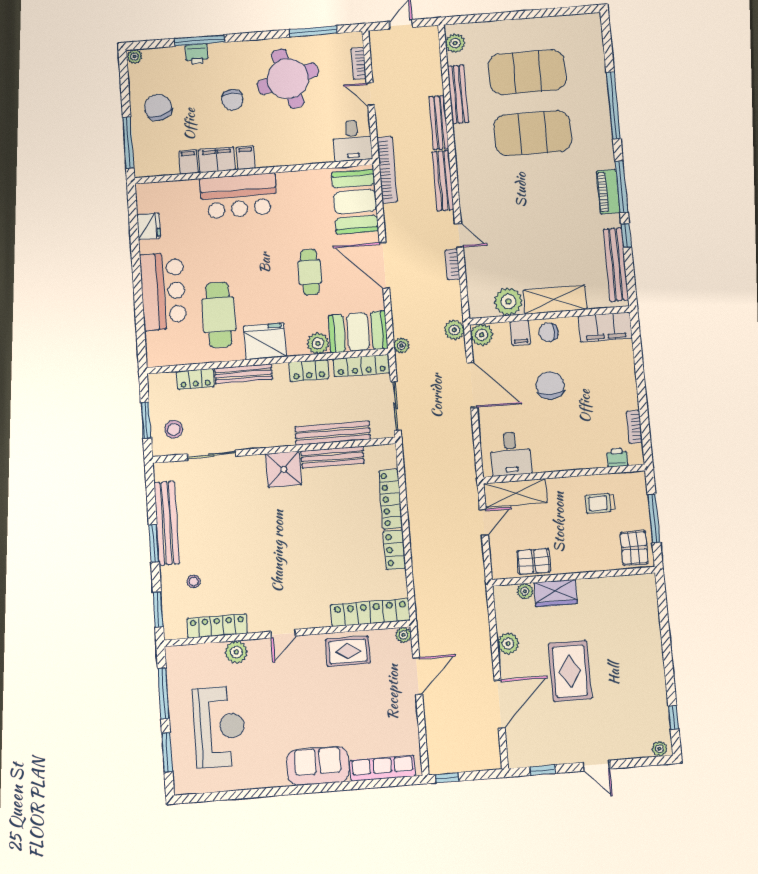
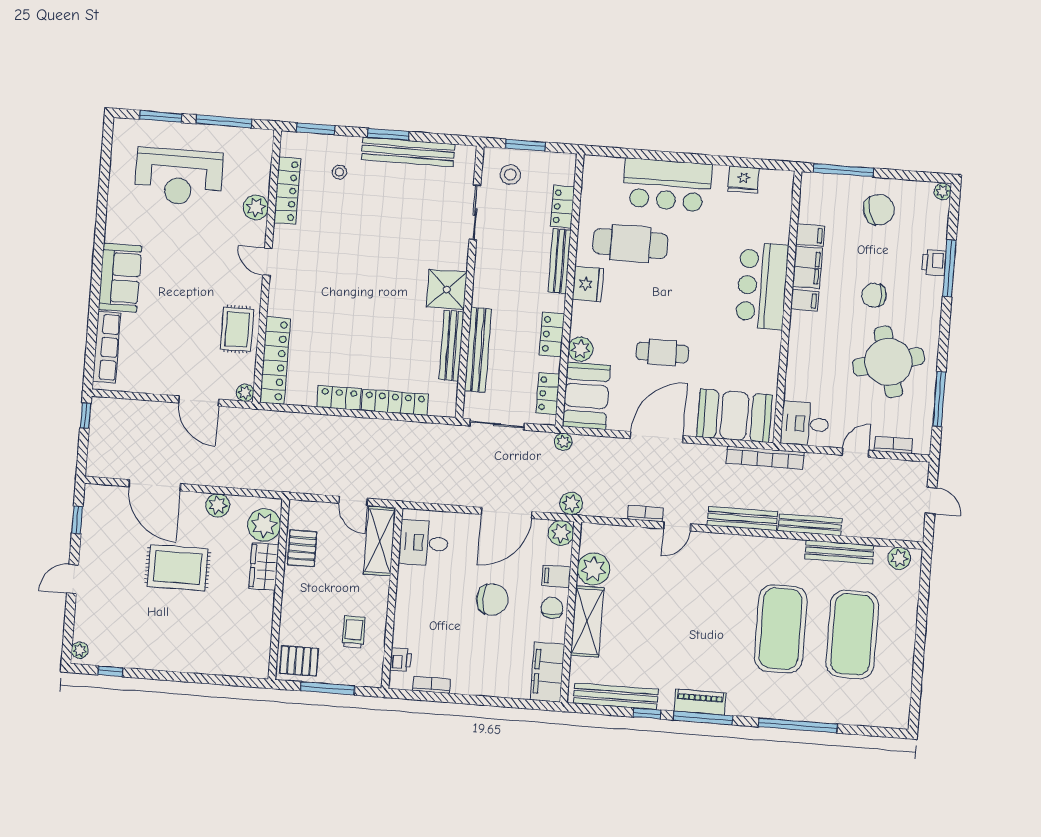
fridge: (265, 341) -> (588, 284), width x0.73, depth x0.75
locker: (361, 366) -> (548, 394), width x0.66
plant: (525, 591) -> (264, 525), width x1.88, depth x1.88

